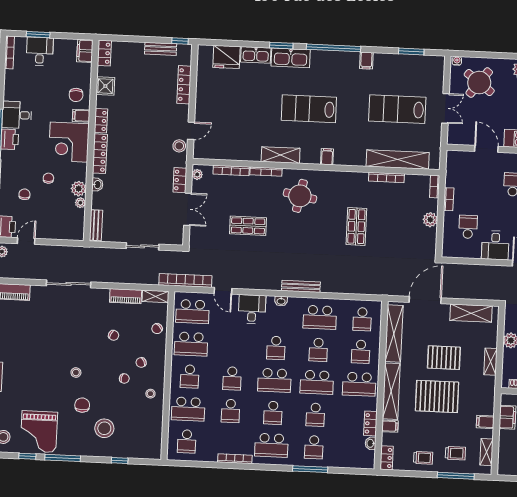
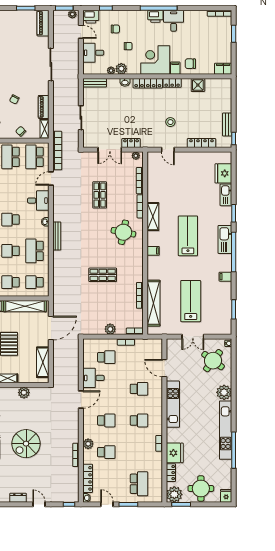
desk: (40, 51) -> (93, 53), moved, turned 180
locker: (104, 53) -> (222, 83), removed
kitchen sink: (291, 58) -> (225, 239), moved
stool: (179, 146) -> (170, 122), moved
door: (486, 149) -> (164, 368), swing flipped
door: (425, 300) -> (51, 328), hinge flipped

